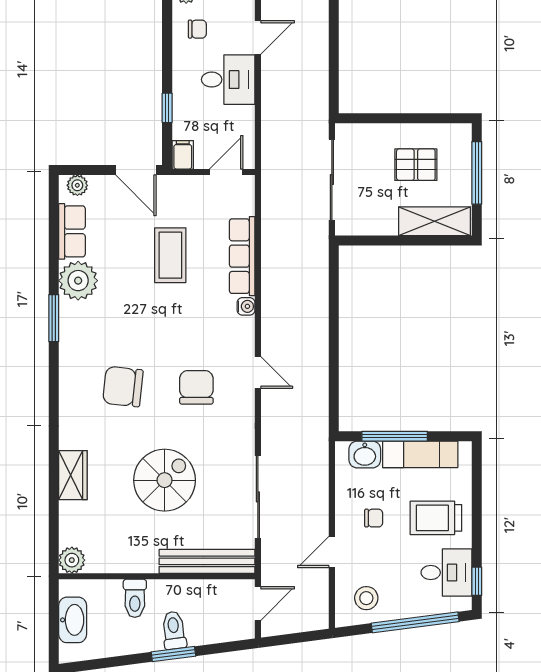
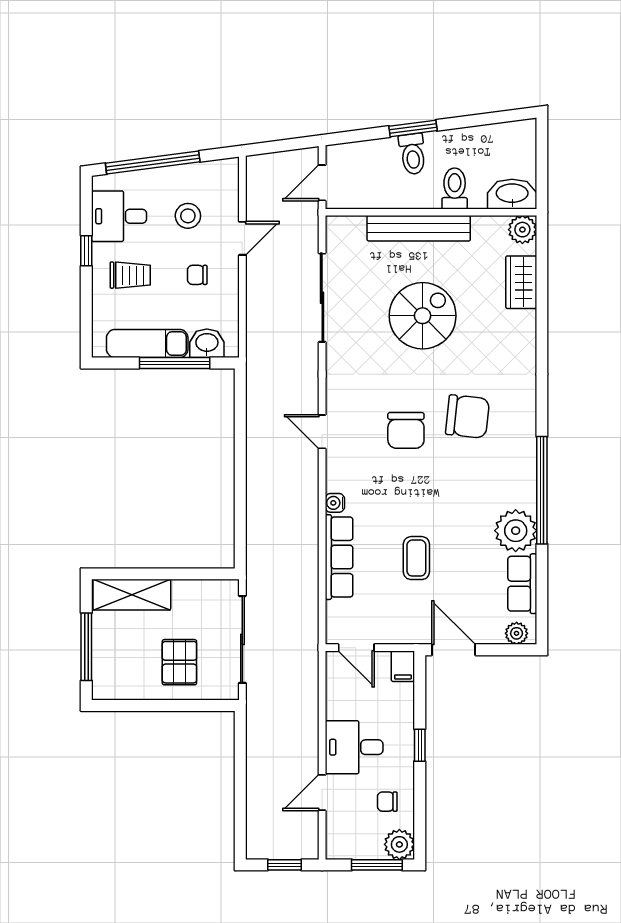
window: (167, 108) -> (420, 745), moved
pallet: (416, 165) -> (179, 662), moved, turned 90
door: (226, 172) -> (356, 648), hinge flipped
coffee table: (170, 255) -> (416, 558), width x0.73, depth x0.77
window: (54, 318) -> (542, 490), width x2.11
chair: (196, 387) -> (406, 430), moved
wardrobe: (73, 475) -> (521, 282), moved
spiral stairs: (165, 480) -> (423, 316), turned 180
trolley: (436, 518) -> (130, 275), width x0.73, depth x0.72
bench: (207, 561) -> (419, 228), moved
window: (477, 581) -> (86, 251), moved
stool: (366, 598) -> (188, 216), moved
washbasin: (73, 620) -> (512, 194), moved, turned 90

